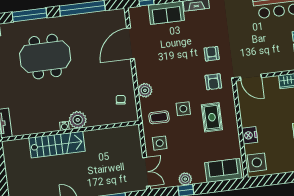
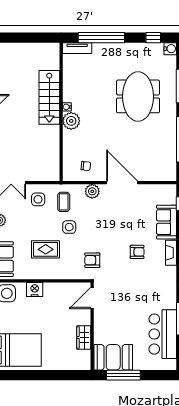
door: (130, 43) -> (122, 183), moved
armchair: (212, 54) -> (137, 252), moved
rug: (212, 117) -> (46, 249), moved

